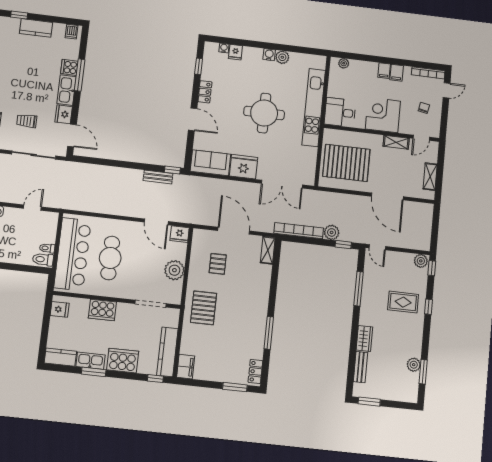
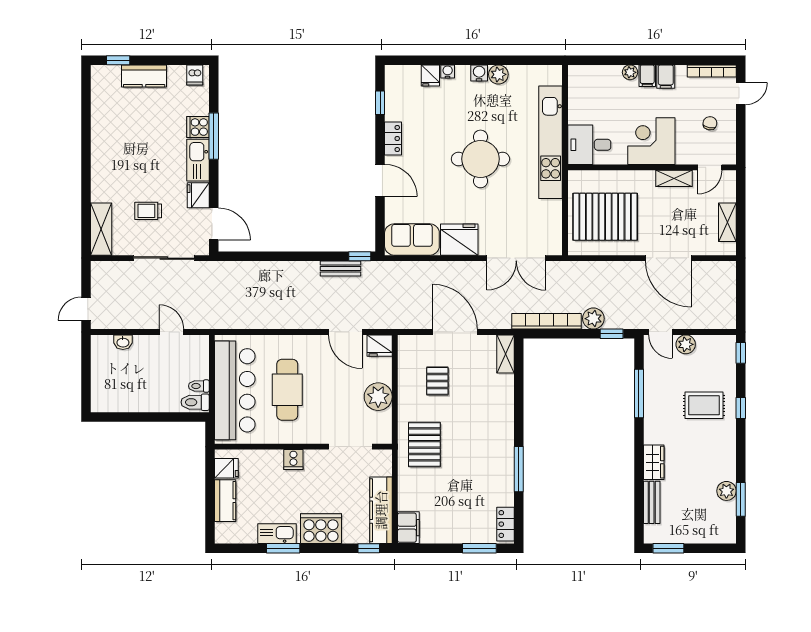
water cooler: (224, 48) -> (448, 71), moved
plant: (344, 63) -> (630, 72), moved
door: (32, 208) -> (172, 332), hinge flipped
plant: (421, 261) -> (686, 344), moved
cooker: (102, 310) -> (293, 459), width x0.53, depth x0.76
kitchen counter: (60, 357) -> (225, 501), moved, turned 90

